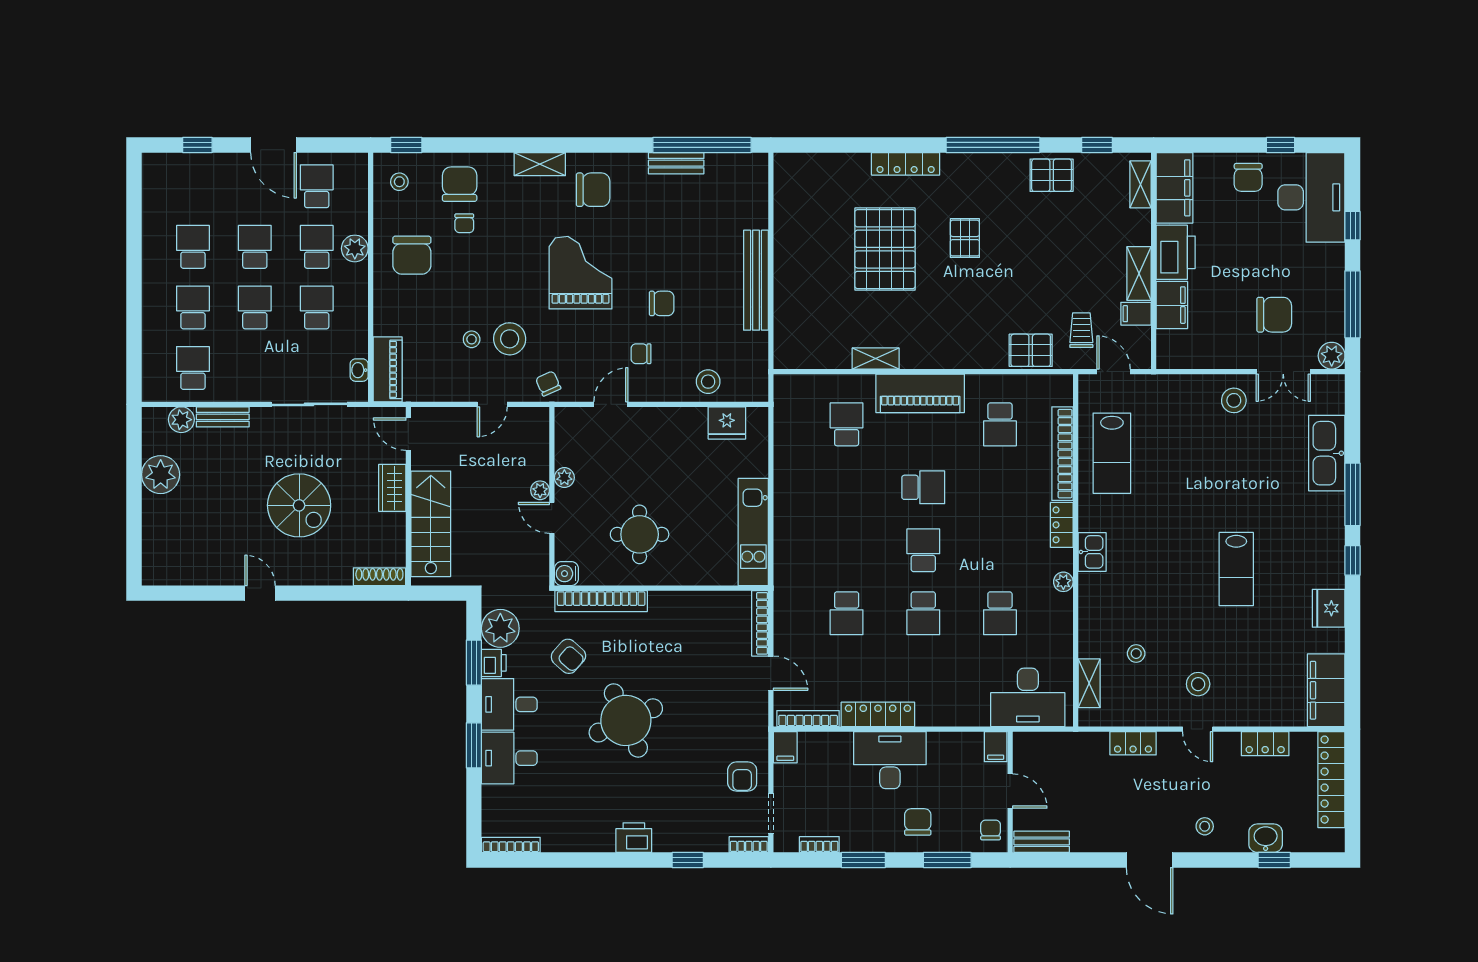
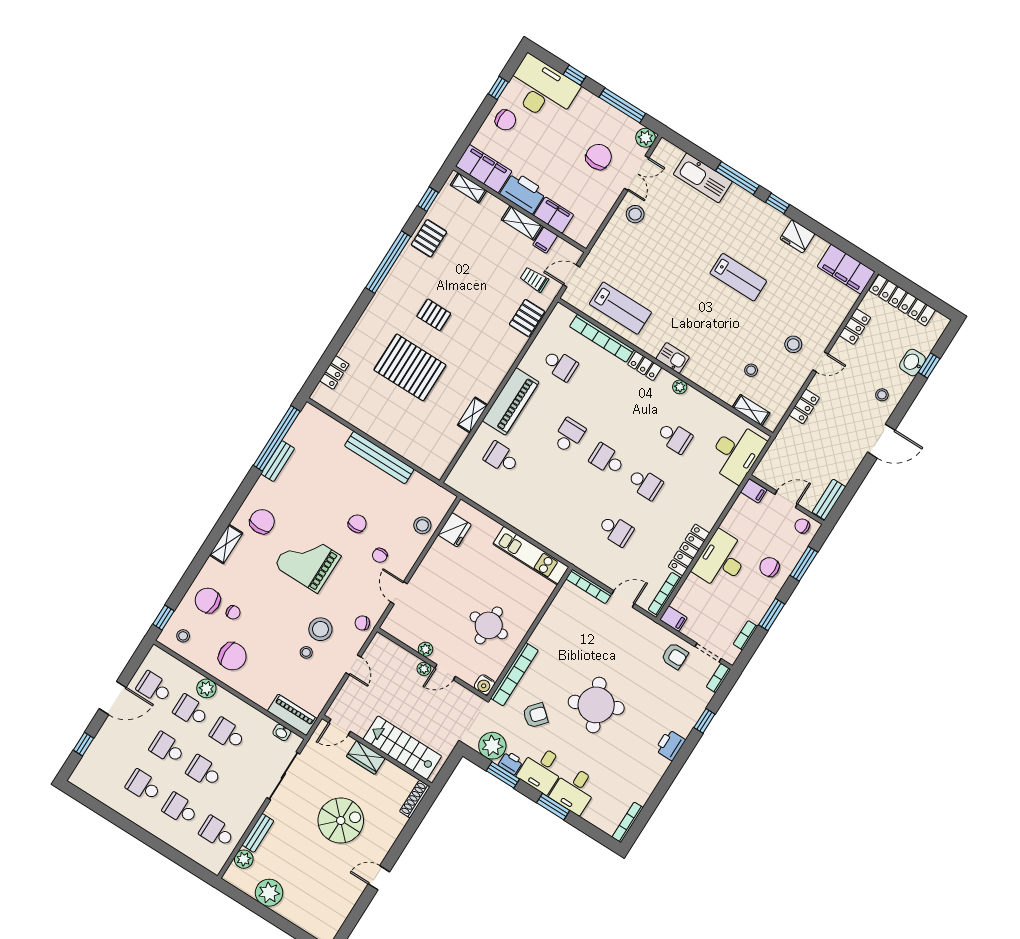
locker: (906, 164) -> (334, 372), moved, width x0.66

